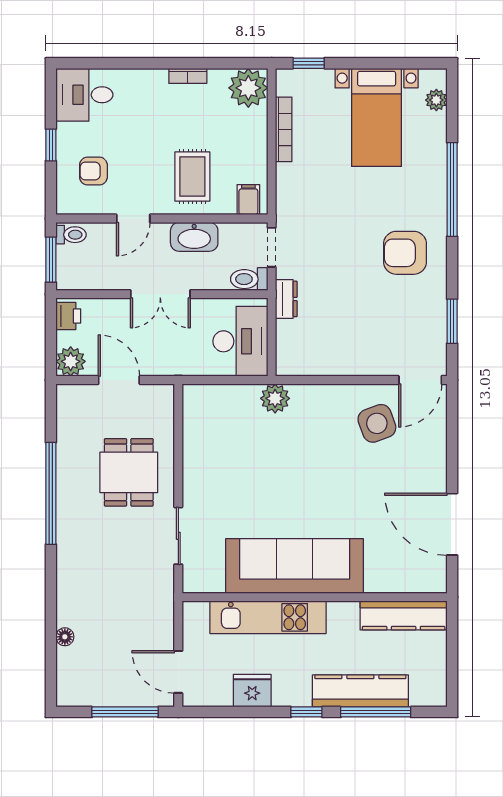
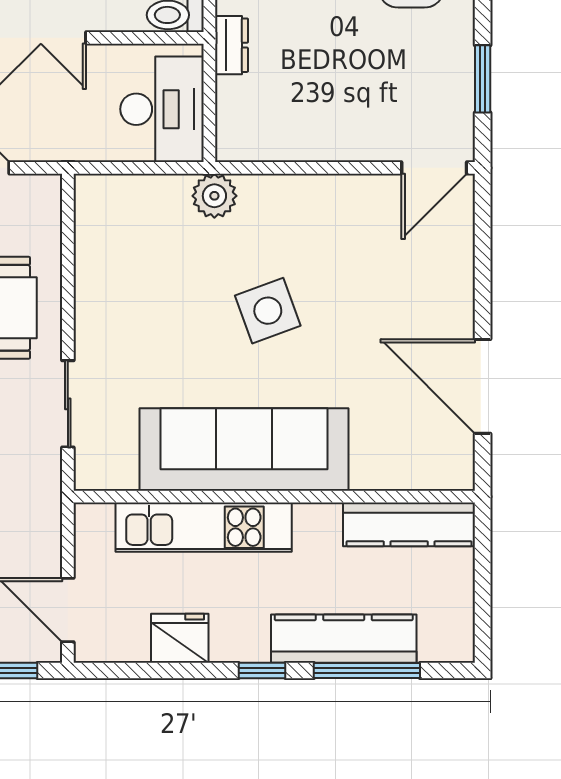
side table: (377, 423) -> (268, 311), moved

